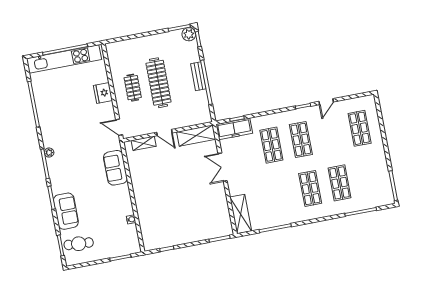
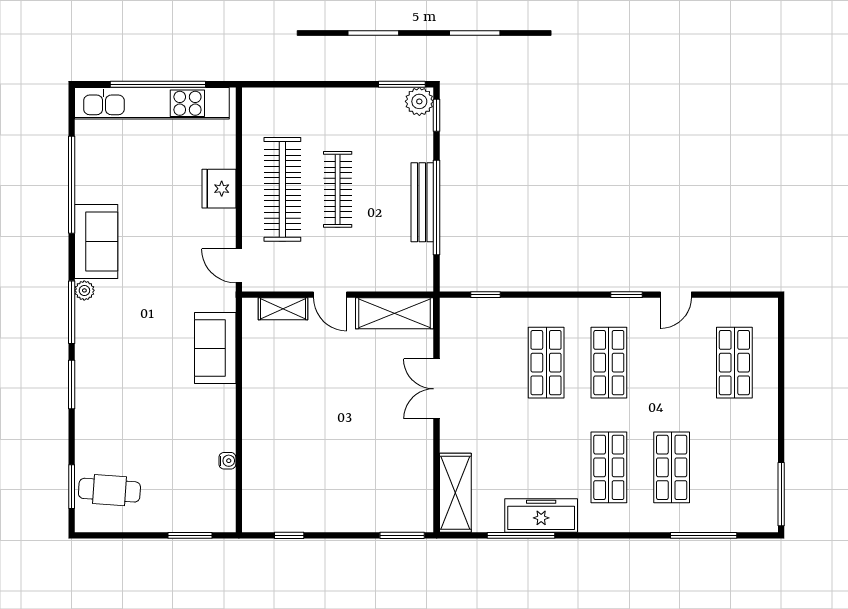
bench: (198, 76) -> (422, 202), width x1.36
clothes rail: (159, 83) -> (338, 189), width x0.73, depth x0.76
clothes rail: (133, 88) -> (282, 189), width x1.86, depth x1.31
freezer: (234, 129) -> (541, 516), moved, turned 180
sofa: (66, 211) -> (96, 242), moved

